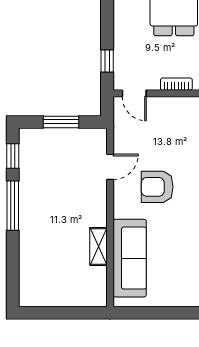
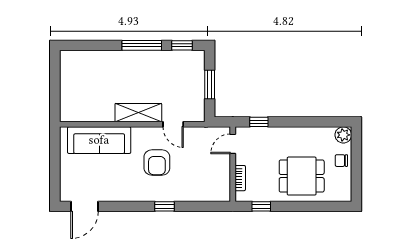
armchair: (157, 187) -> (157, 162), turned 180
shelving: (99, 246) -> (138, 113), moved, width x1.50, depth x1.33

